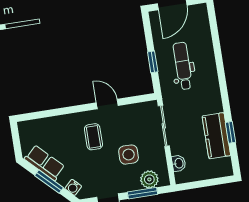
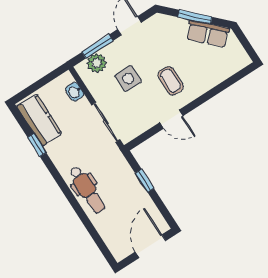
dental chair: (183, 66) -> (87, 190), moved
kitchen counter: (216, 136) -> (39, 120), moved
water cooler: (73, 187) -> (169, 22), removed

